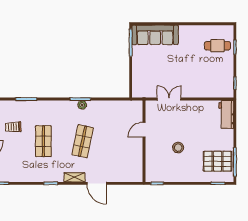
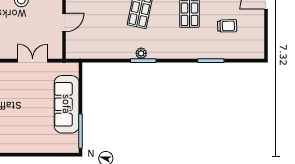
sofa: (155, 35) -> (67, 104), moved, turned -90
double door: (169, 99) -> (33, 61), swing flipped

